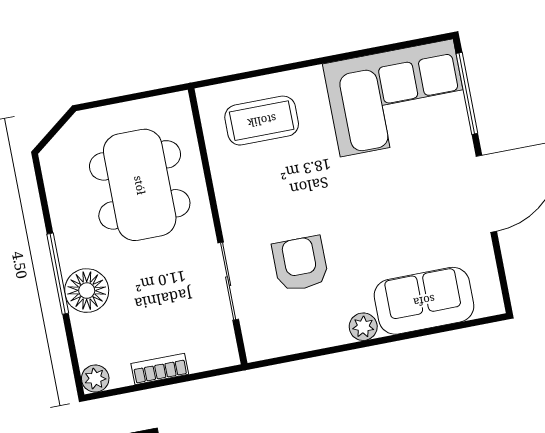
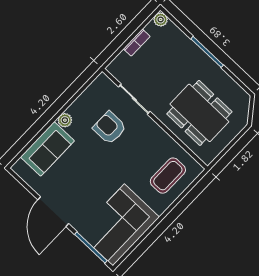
armchair: (300, 264) -> (110, 128), turned 180
floor lamp: (87, 291) -> (190, 53), removed

